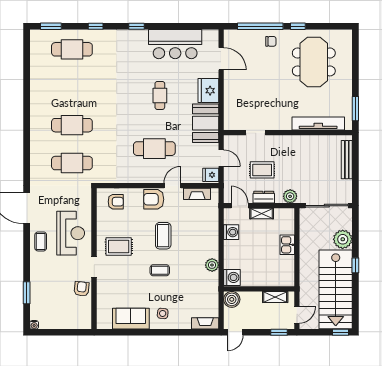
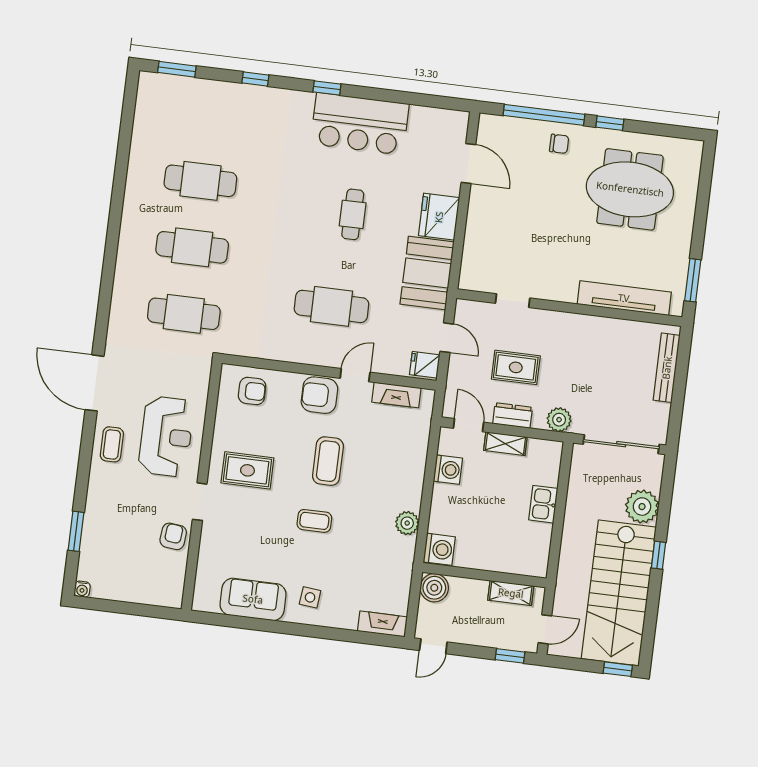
bar counter: (175, 44) -> (360, 124), moved
cafe table: (72, 49) -> (200, 181), moved
meeting table: (314, 62) -> (630, 189), turned 90

